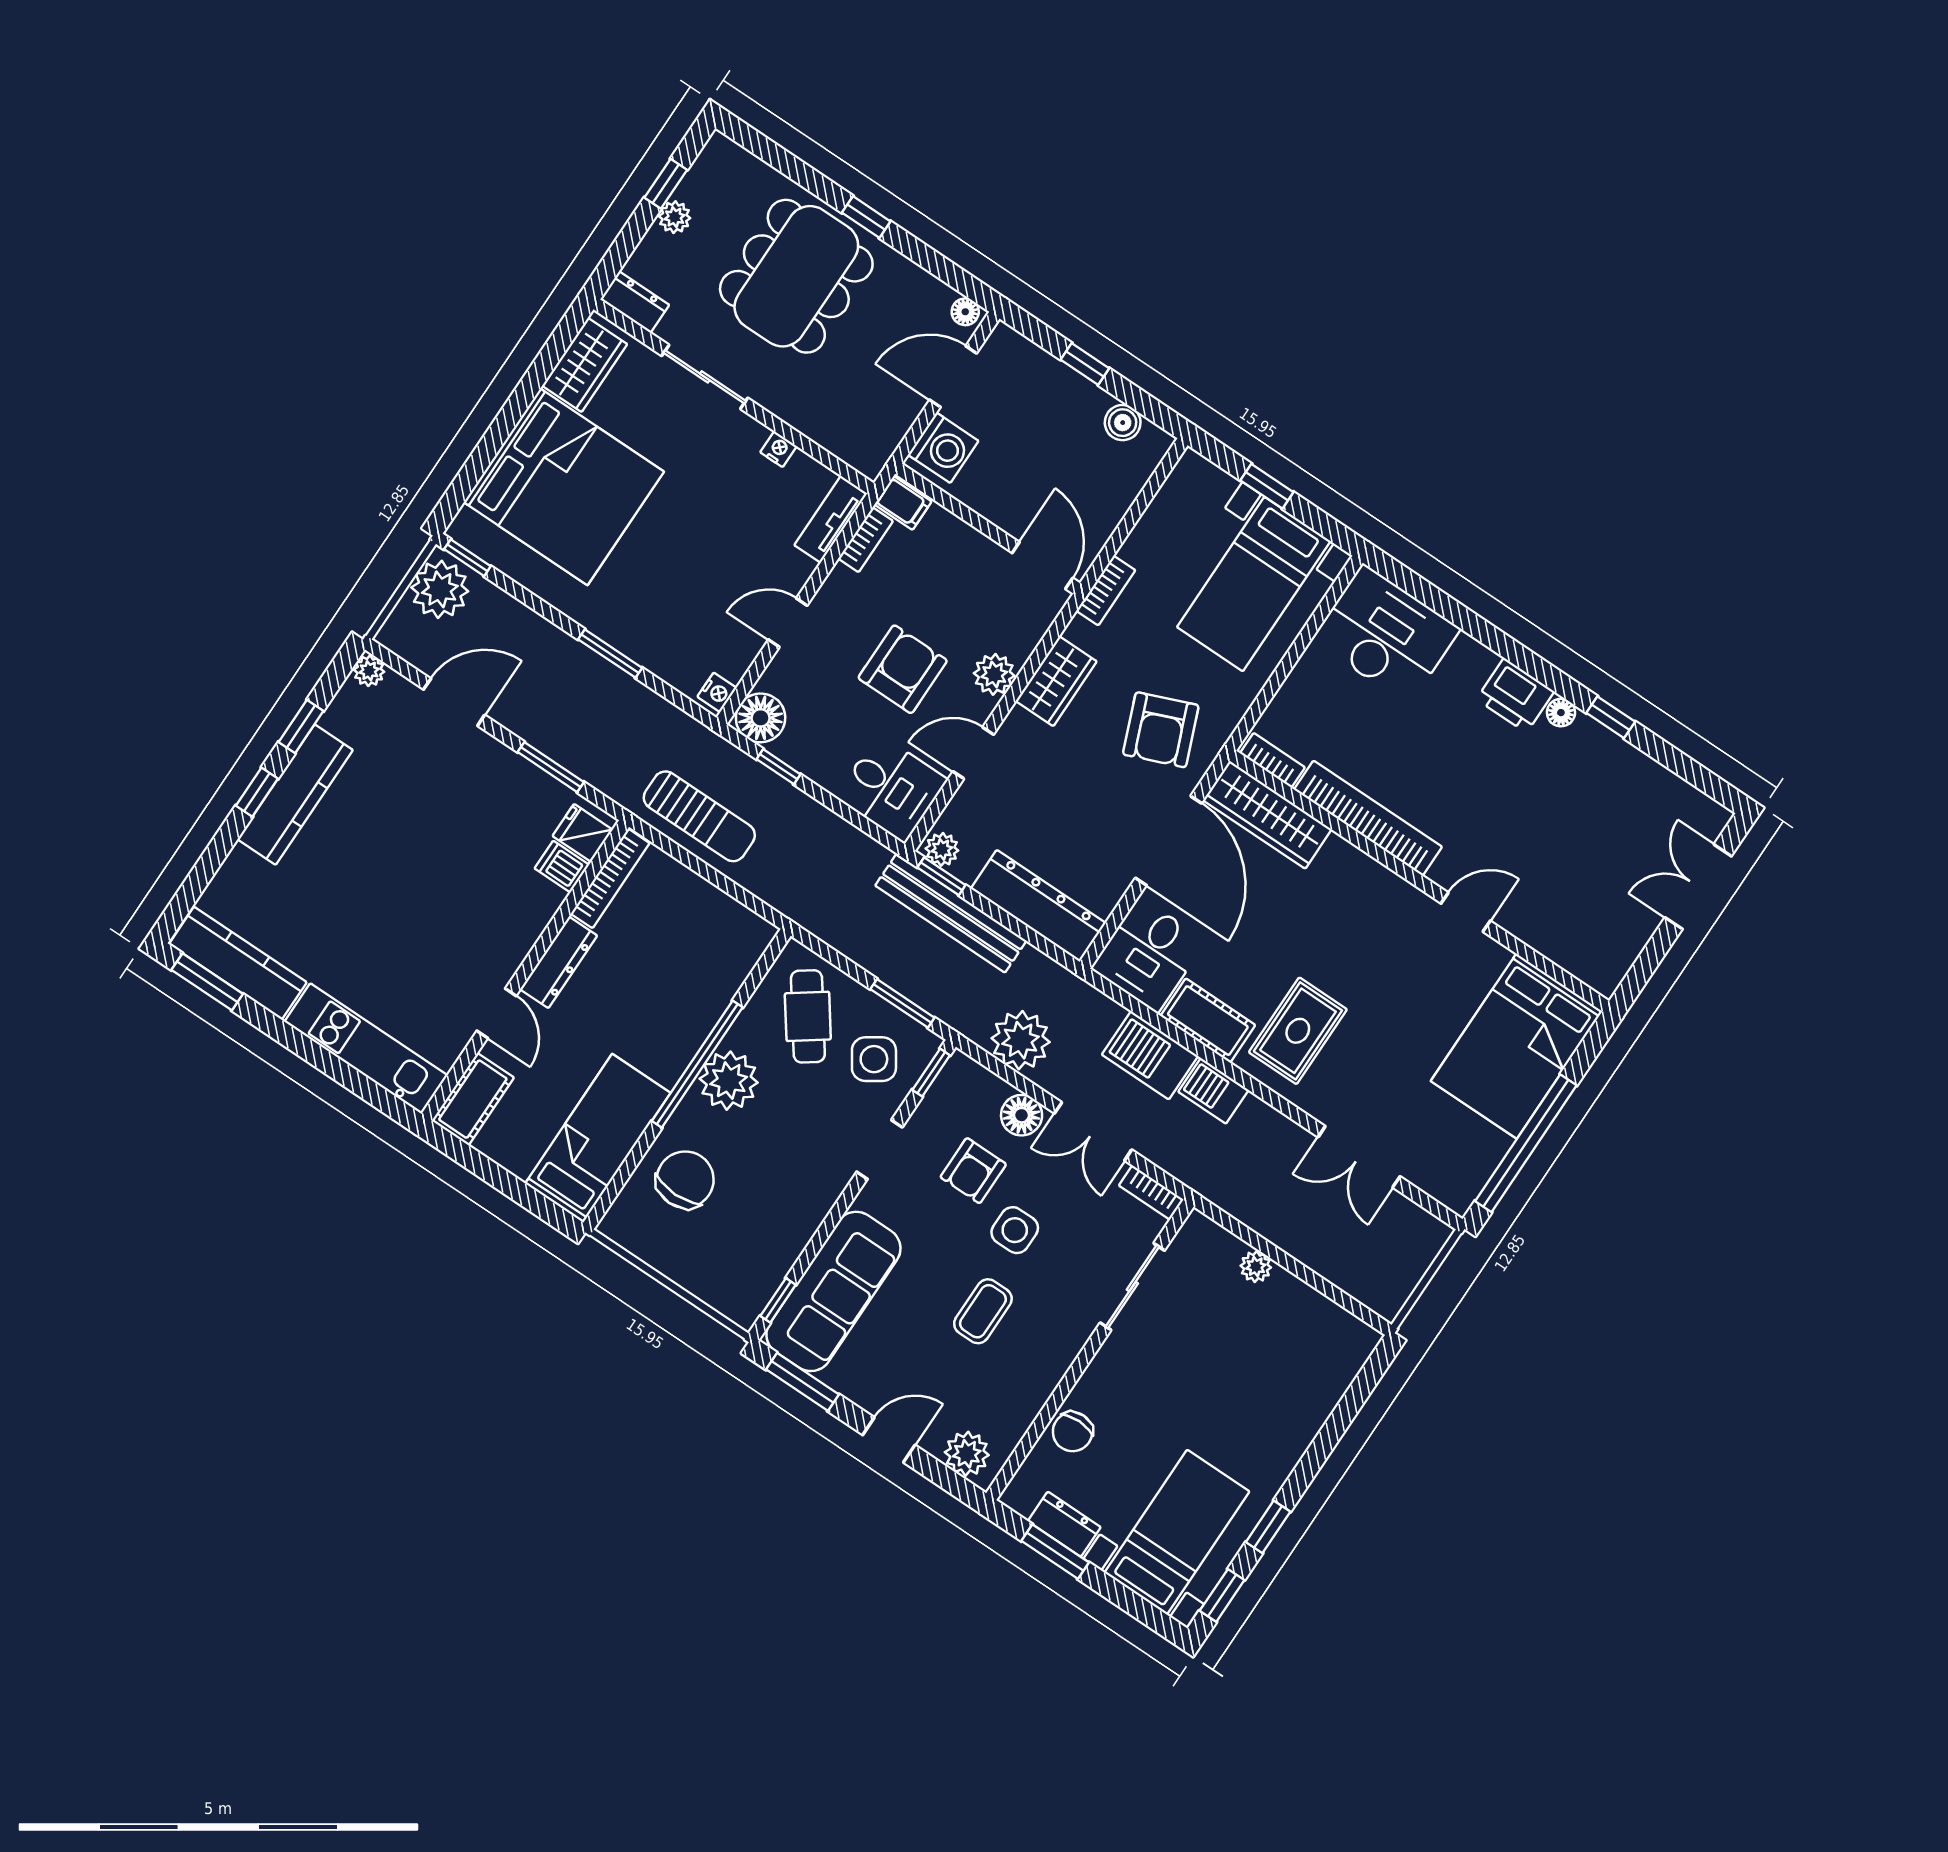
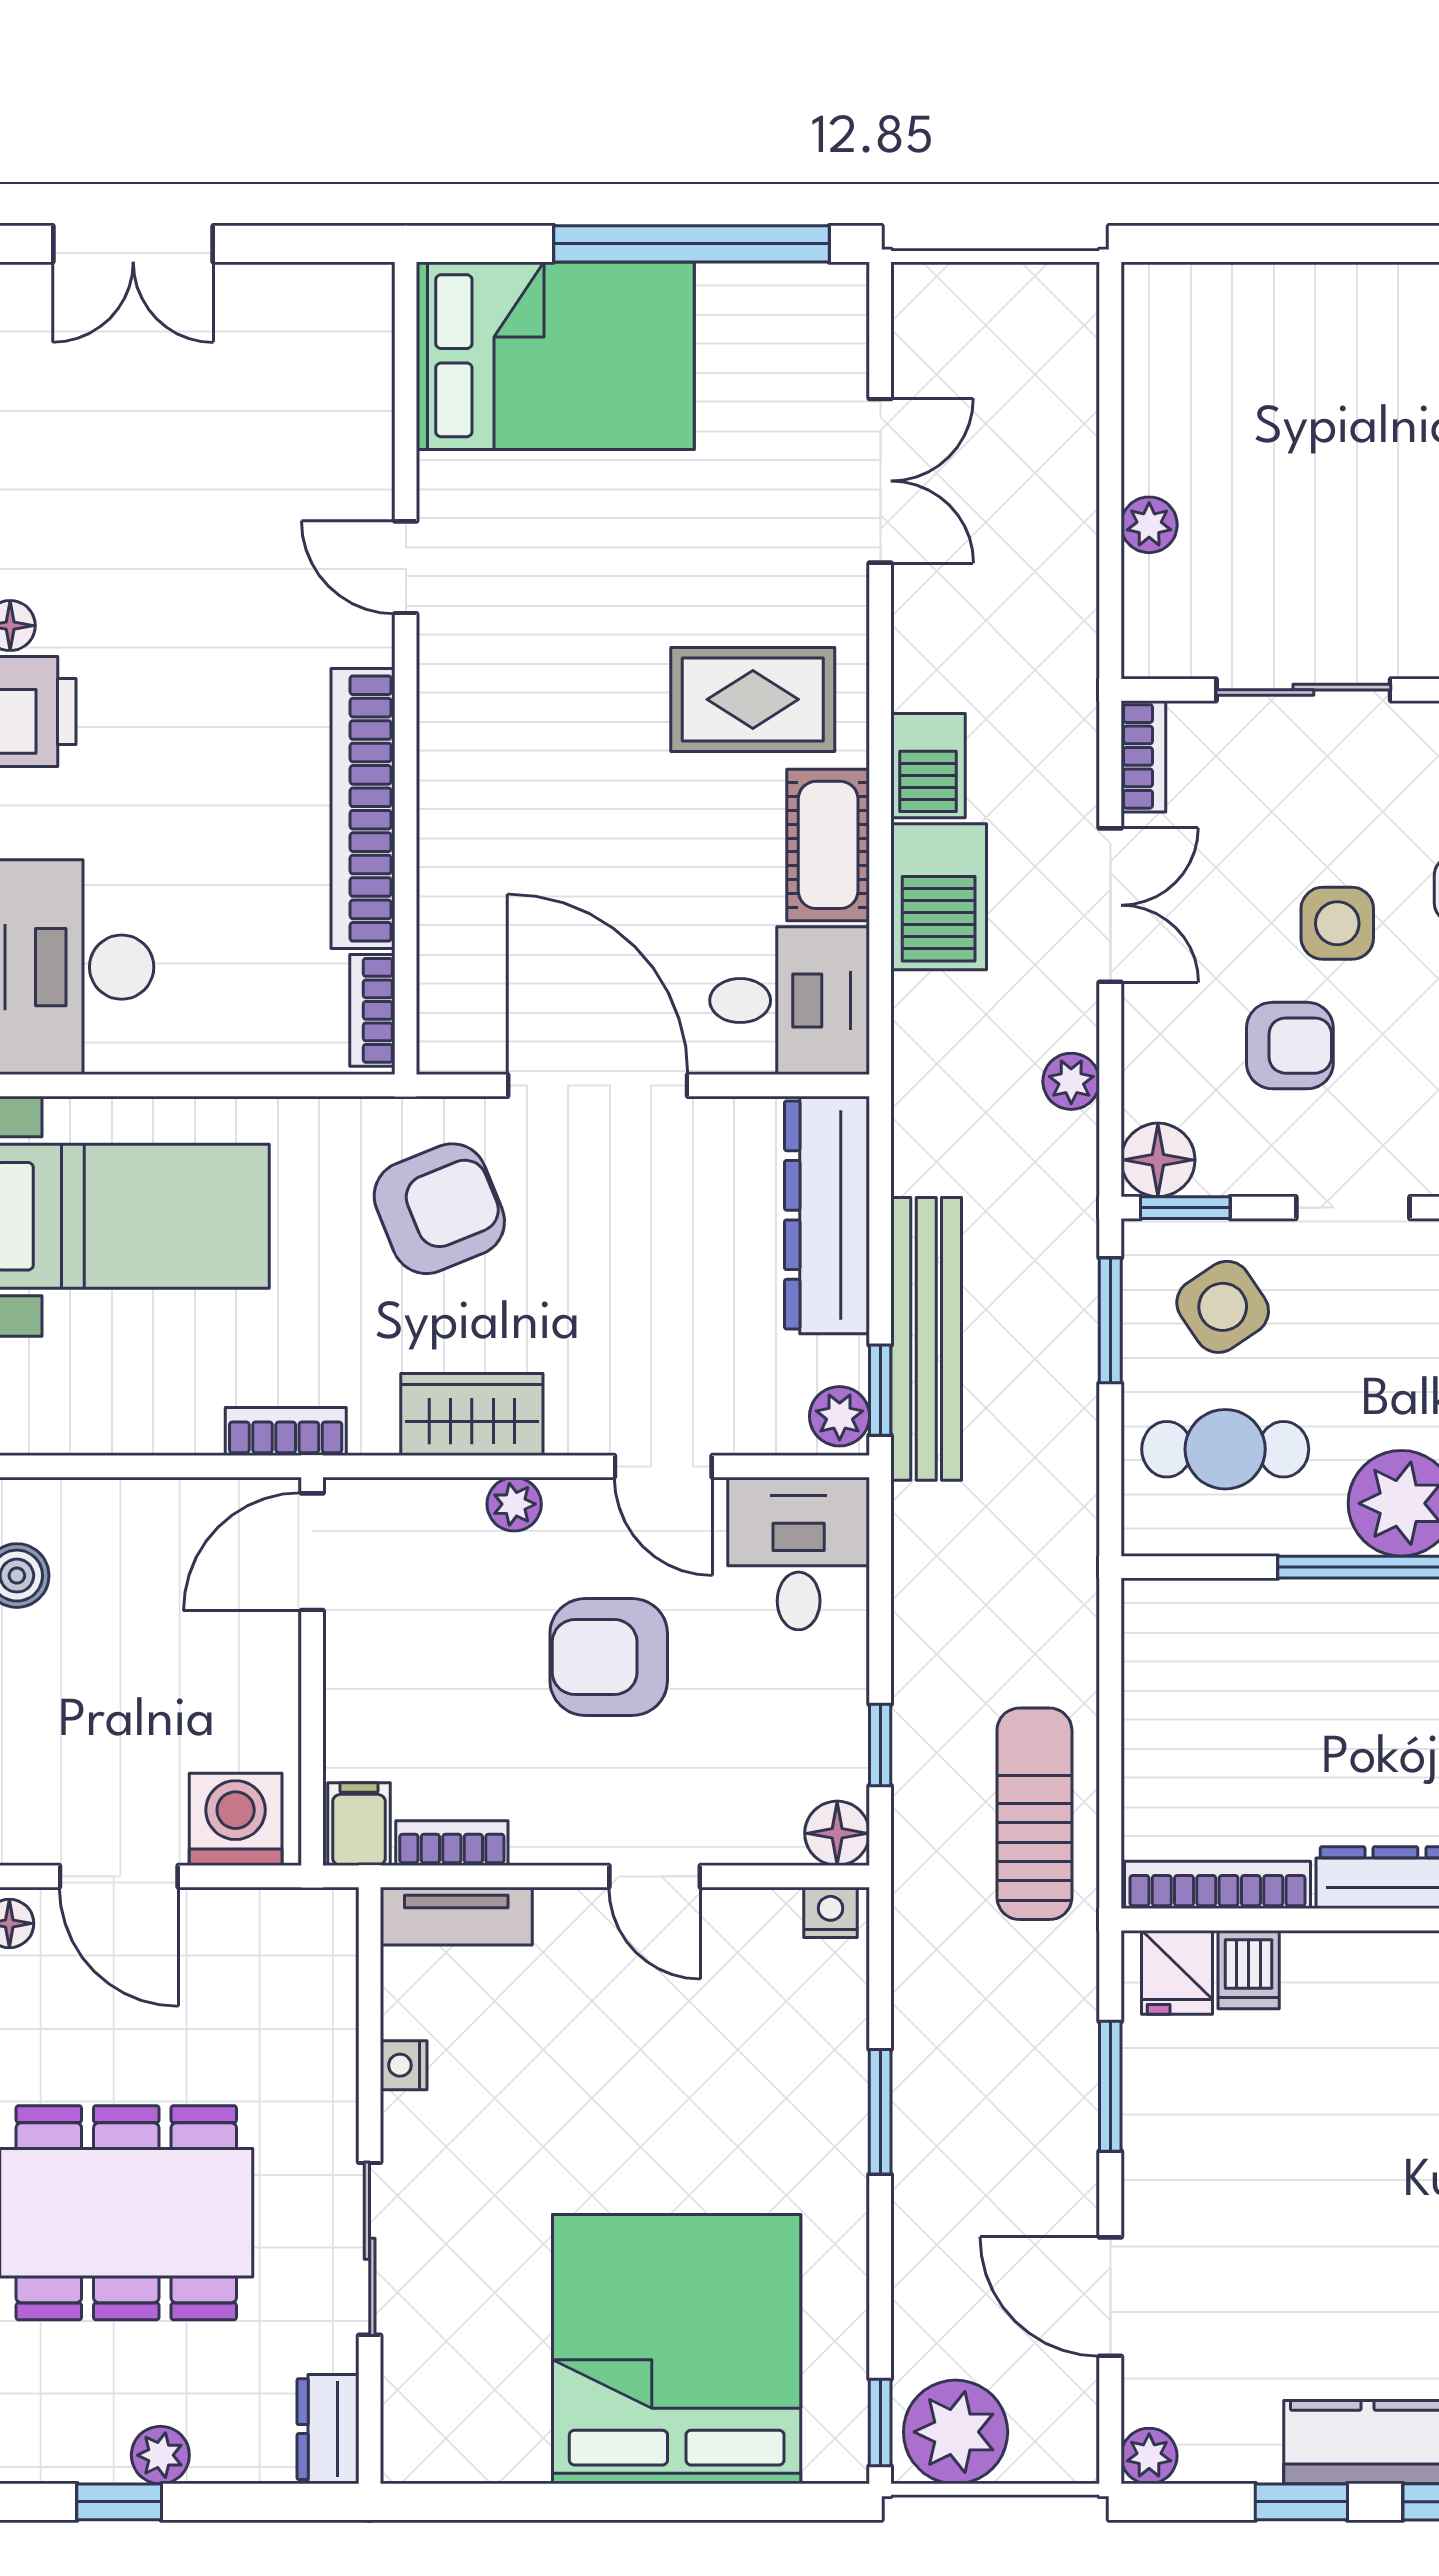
wardrobe: (585, 365) -> (473, 2441), removed
plant: (994, 674) -> (514, 1504), width x0.73, depth x0.73
floor lamp: (761, 718) -> (837, 1833), width x0.73, depth x0.73
wardrobe: (1267, 815) -> (459, 963), removed
door: (1169, 841) -> (598, 1085), hinge flipped
cafe table: (808, 1016) -> (1225, 1449), turned 36
plant: (1021, 1040) -> (1071, 1081), width x0.53, depth x0.53
floor lamp: (1022, 1115) -> (1158, 1160), moved

